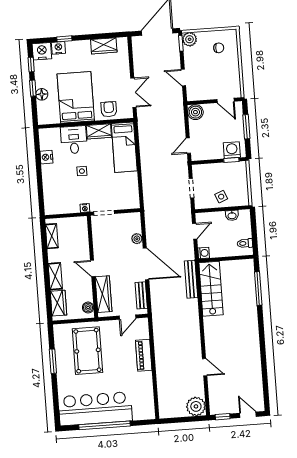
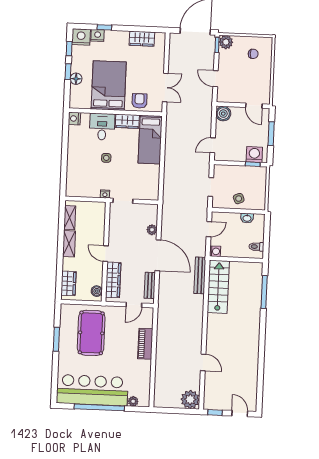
nightstand: (46, 157) -> (74, 118), moved
shelving: (55, 276) -> (69, 244), moved
plant: (138, 415) -> (133, 401), added

